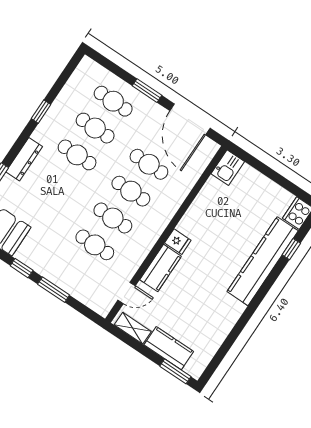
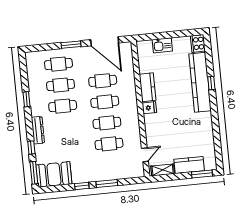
kitchen sink: (228, 168) -> (162, 45), moved, turned 90
window: (291, 249) -> (211, 83), moved
kitchen counter: (161, 268) -> (148, 87), moved

